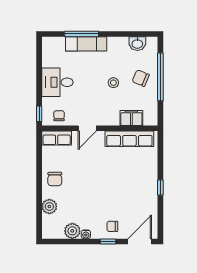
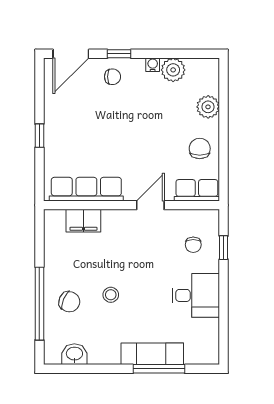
filing cabinet: (131, 118) -> (83, 221), moved
door: (87, 128) -> (150, 205), moved
wall: (100, 128) -> (132, 205), moved
row of seats: (57, 138) -> (197, 190), moved
row of seats: (129, 139) -> (86, 189), moved

